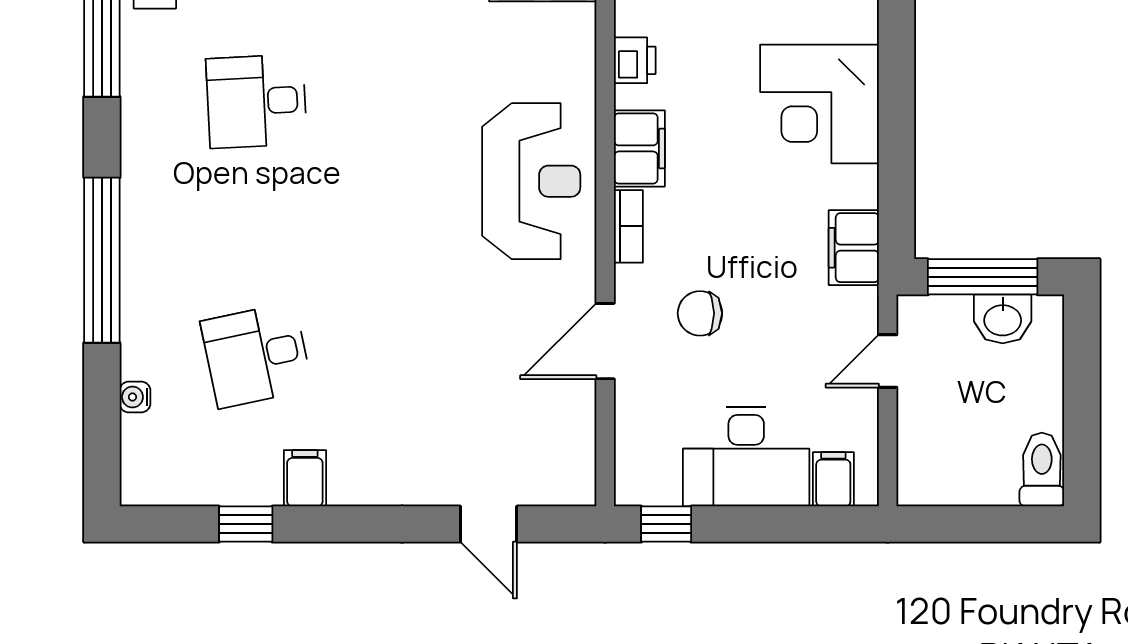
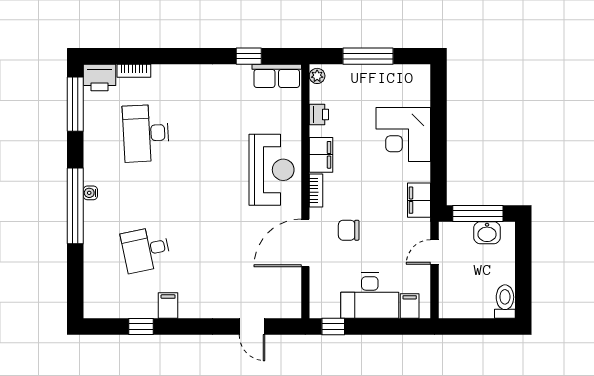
desk: (256, 101) -> (146, 133), width x1.37
door: (605, 341) -> (305, 243), width x1.36
water cooler: (135, 397) -> (90, 193), moved

